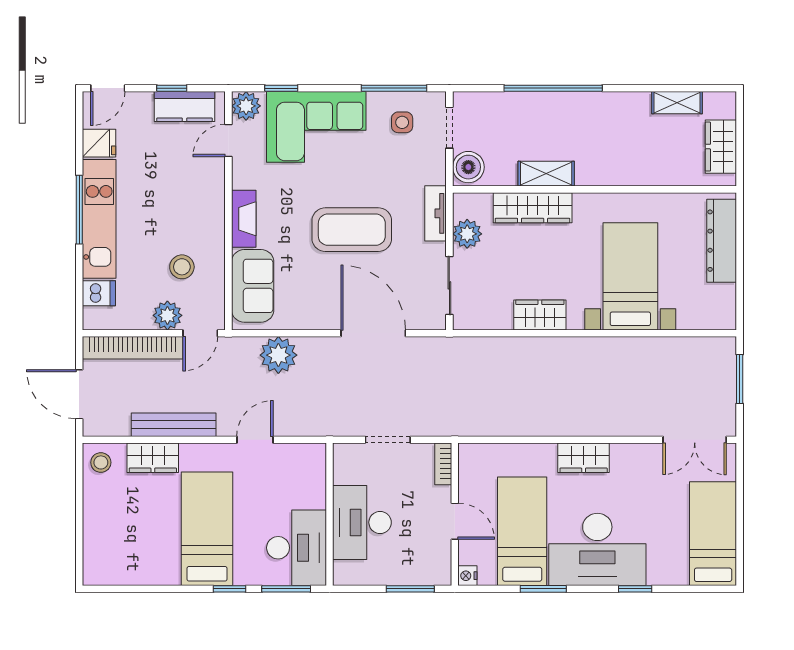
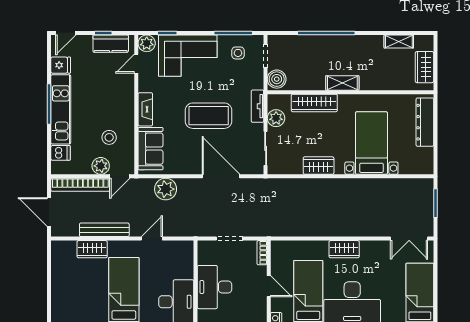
shelving: (546, 174) -> (342, 83), moved
stool: (101, 462) -> (62, 252), removed

